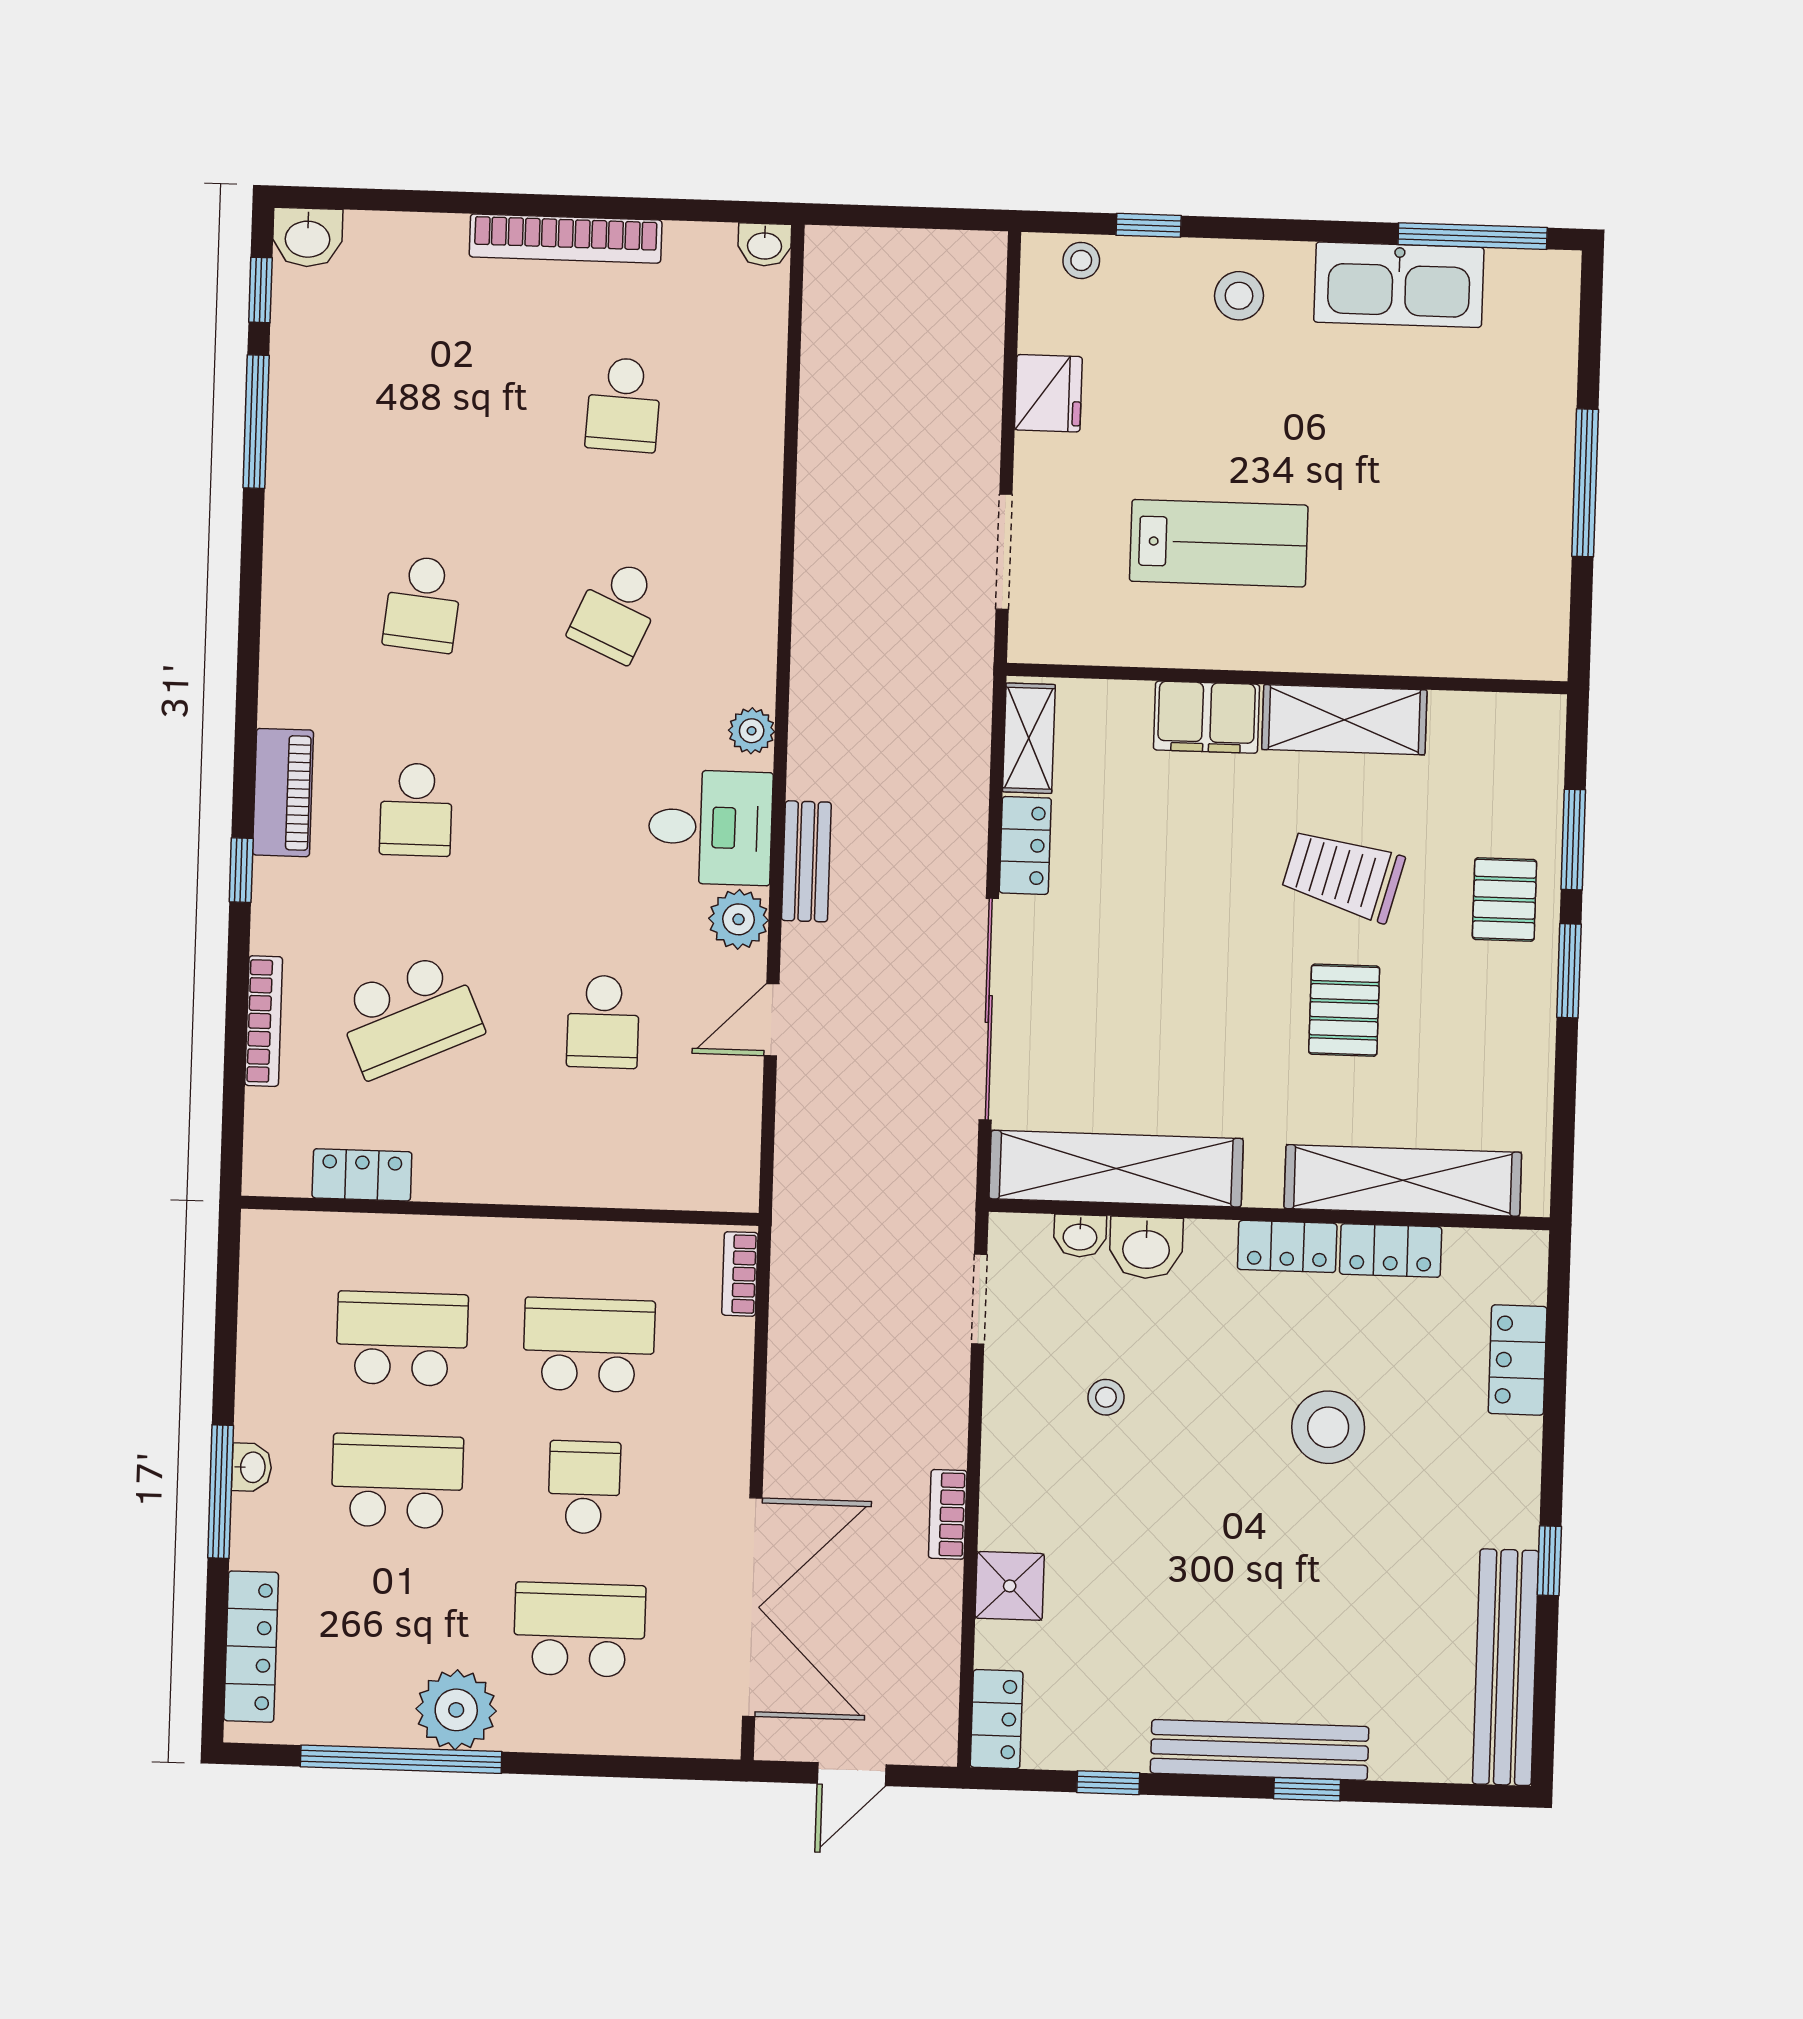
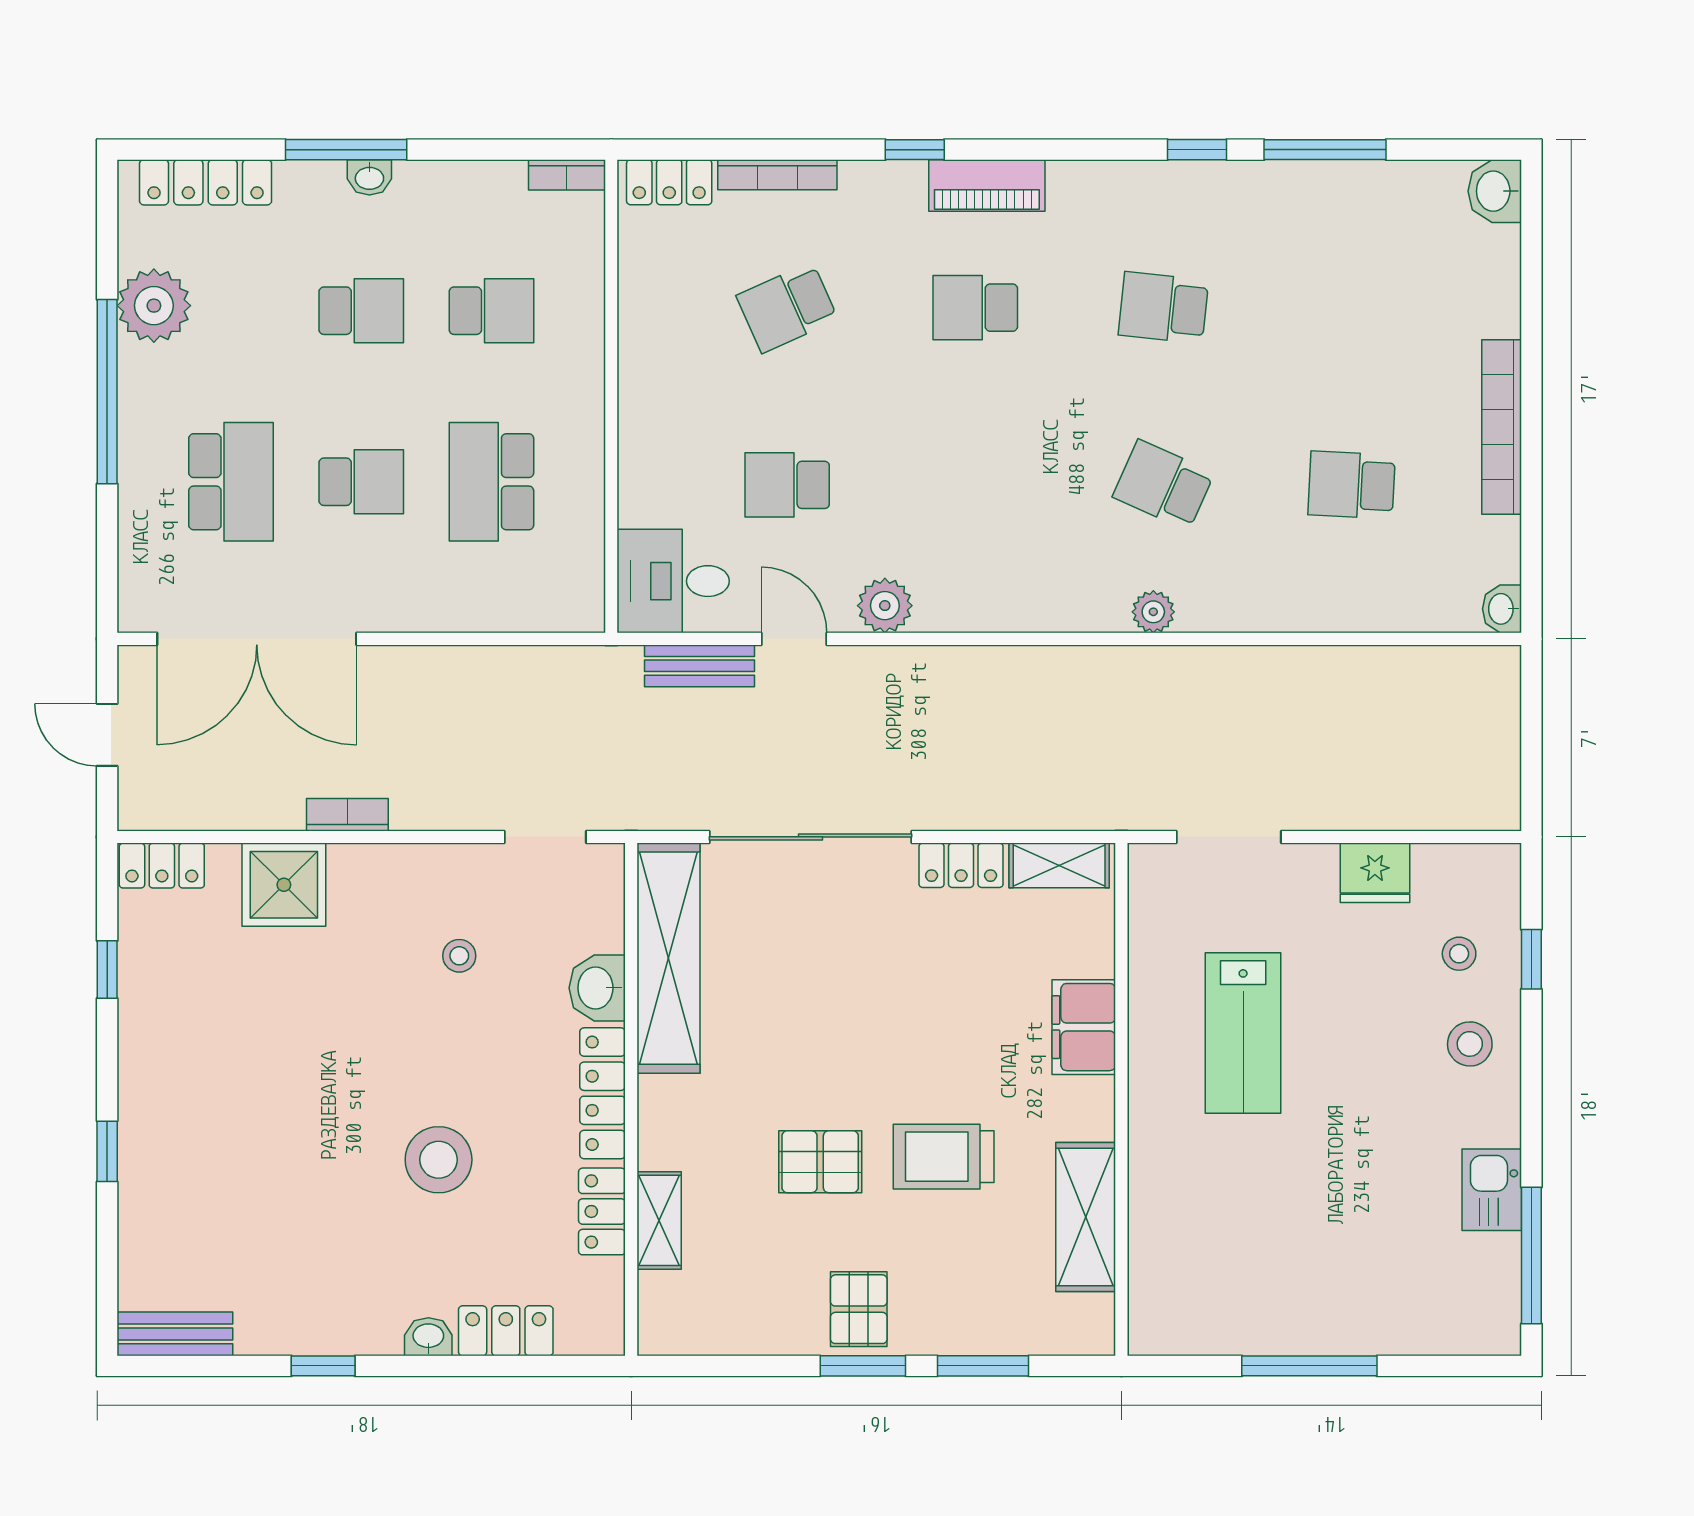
stool: (1081, 260) -> (1459, 954), moved
kitchen sink: (1399, 285) -> (1492, 1190), width x0.53, depth x0.81
window: (260, 290) -> (1197, 150), moved
shelving: (1344, 720) -> (1086, 1217), moved
plant: (752, 731) -> (1153, 612), moved
desk: (710, 827) -> (673, 581), moved, turned 90
bench: (806, 861) -> (700, 666), moved
trolley: (1343, 875) -> (944, 1157), turned -105
pallet: (1504, 899) -> (859, 1309), moved, turned 90
school desk: (409, 1015) -> (787, 308), width x0.54
locker: (362, 1175) -> (669, 182), moved, turned 90
shelving: (1403, 1180) -> (659, 1220), width x0.45, depth x0.75
washbasin: (1080, 1236) -> (428, 1337), moved, turned 90
locker: (1287, 1246) -> (603, 1093), width x1.53
bookcase: (740, 1274) -> (567, 175), moved, turned 180
school desk: (402, 1339) -> (491, 311), width x0.54
school desk: (589, 1345) -> (491, 482), turned 180
school desk: (397, 1481) -> (361, 311), width x0.54
shower: (1010, 1586) -> (284, 885), width x1.36, depth x1.36
bench: (1506, 1667) -> (175, 1334), width x0.54, depth x0.82
plant: (456, 1710) -> (154, 306), moved
bench: (1260, 1750) -> (142, 1107), removed
window: (401, 1759) -> (107, 392), moved

